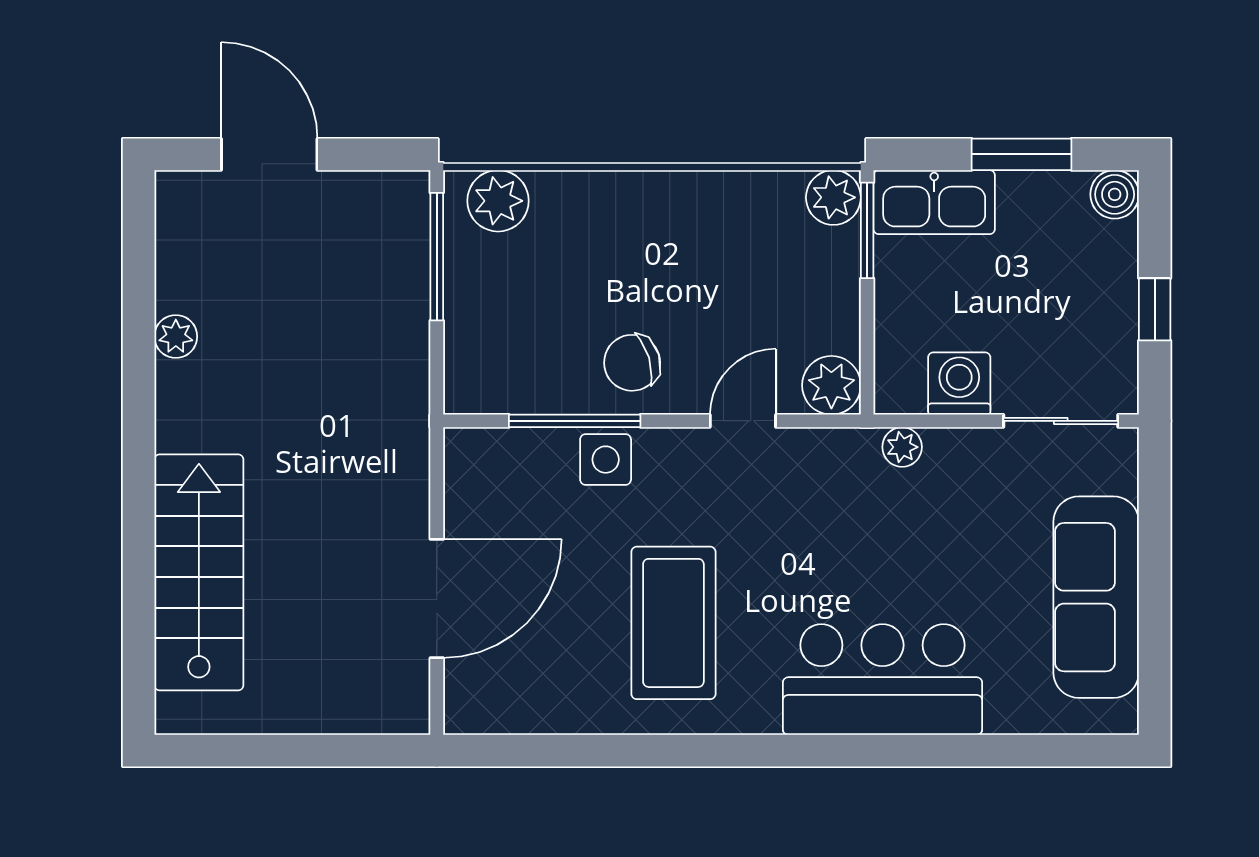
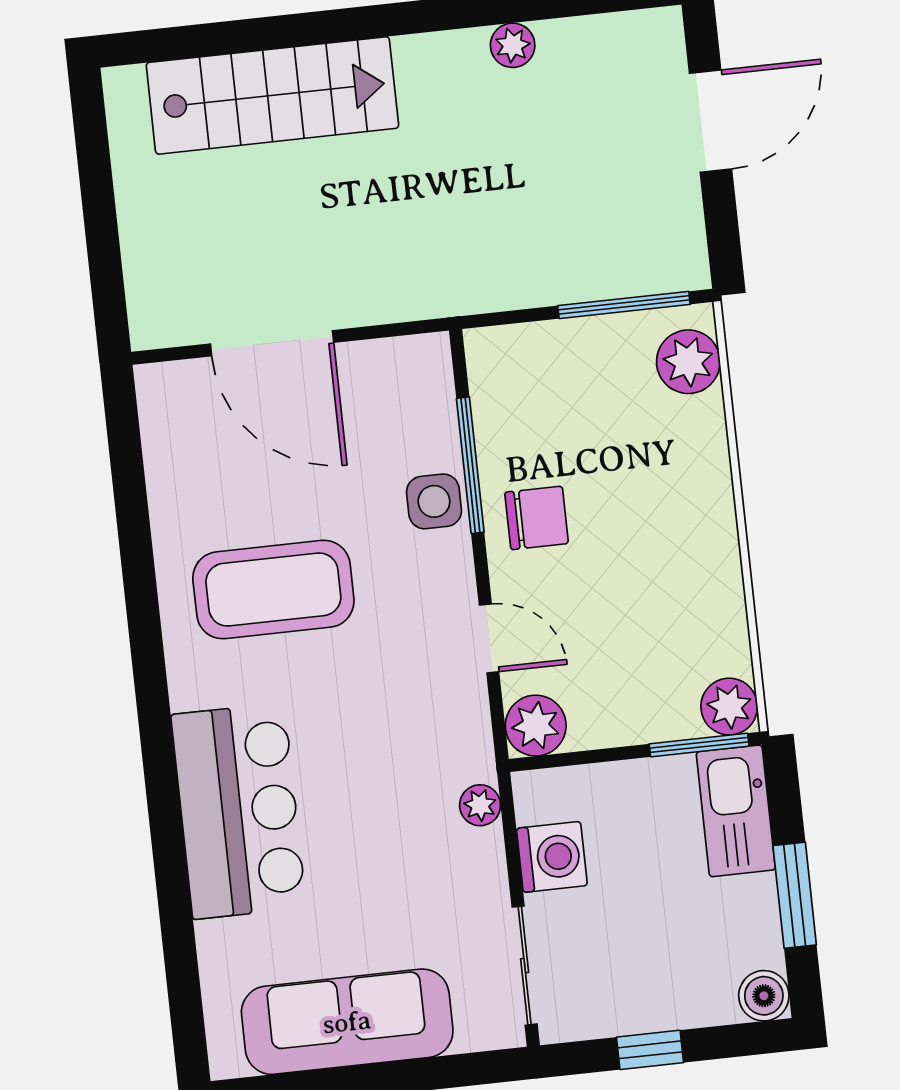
chair: (632, 363) -> (537, 518), turned 107

